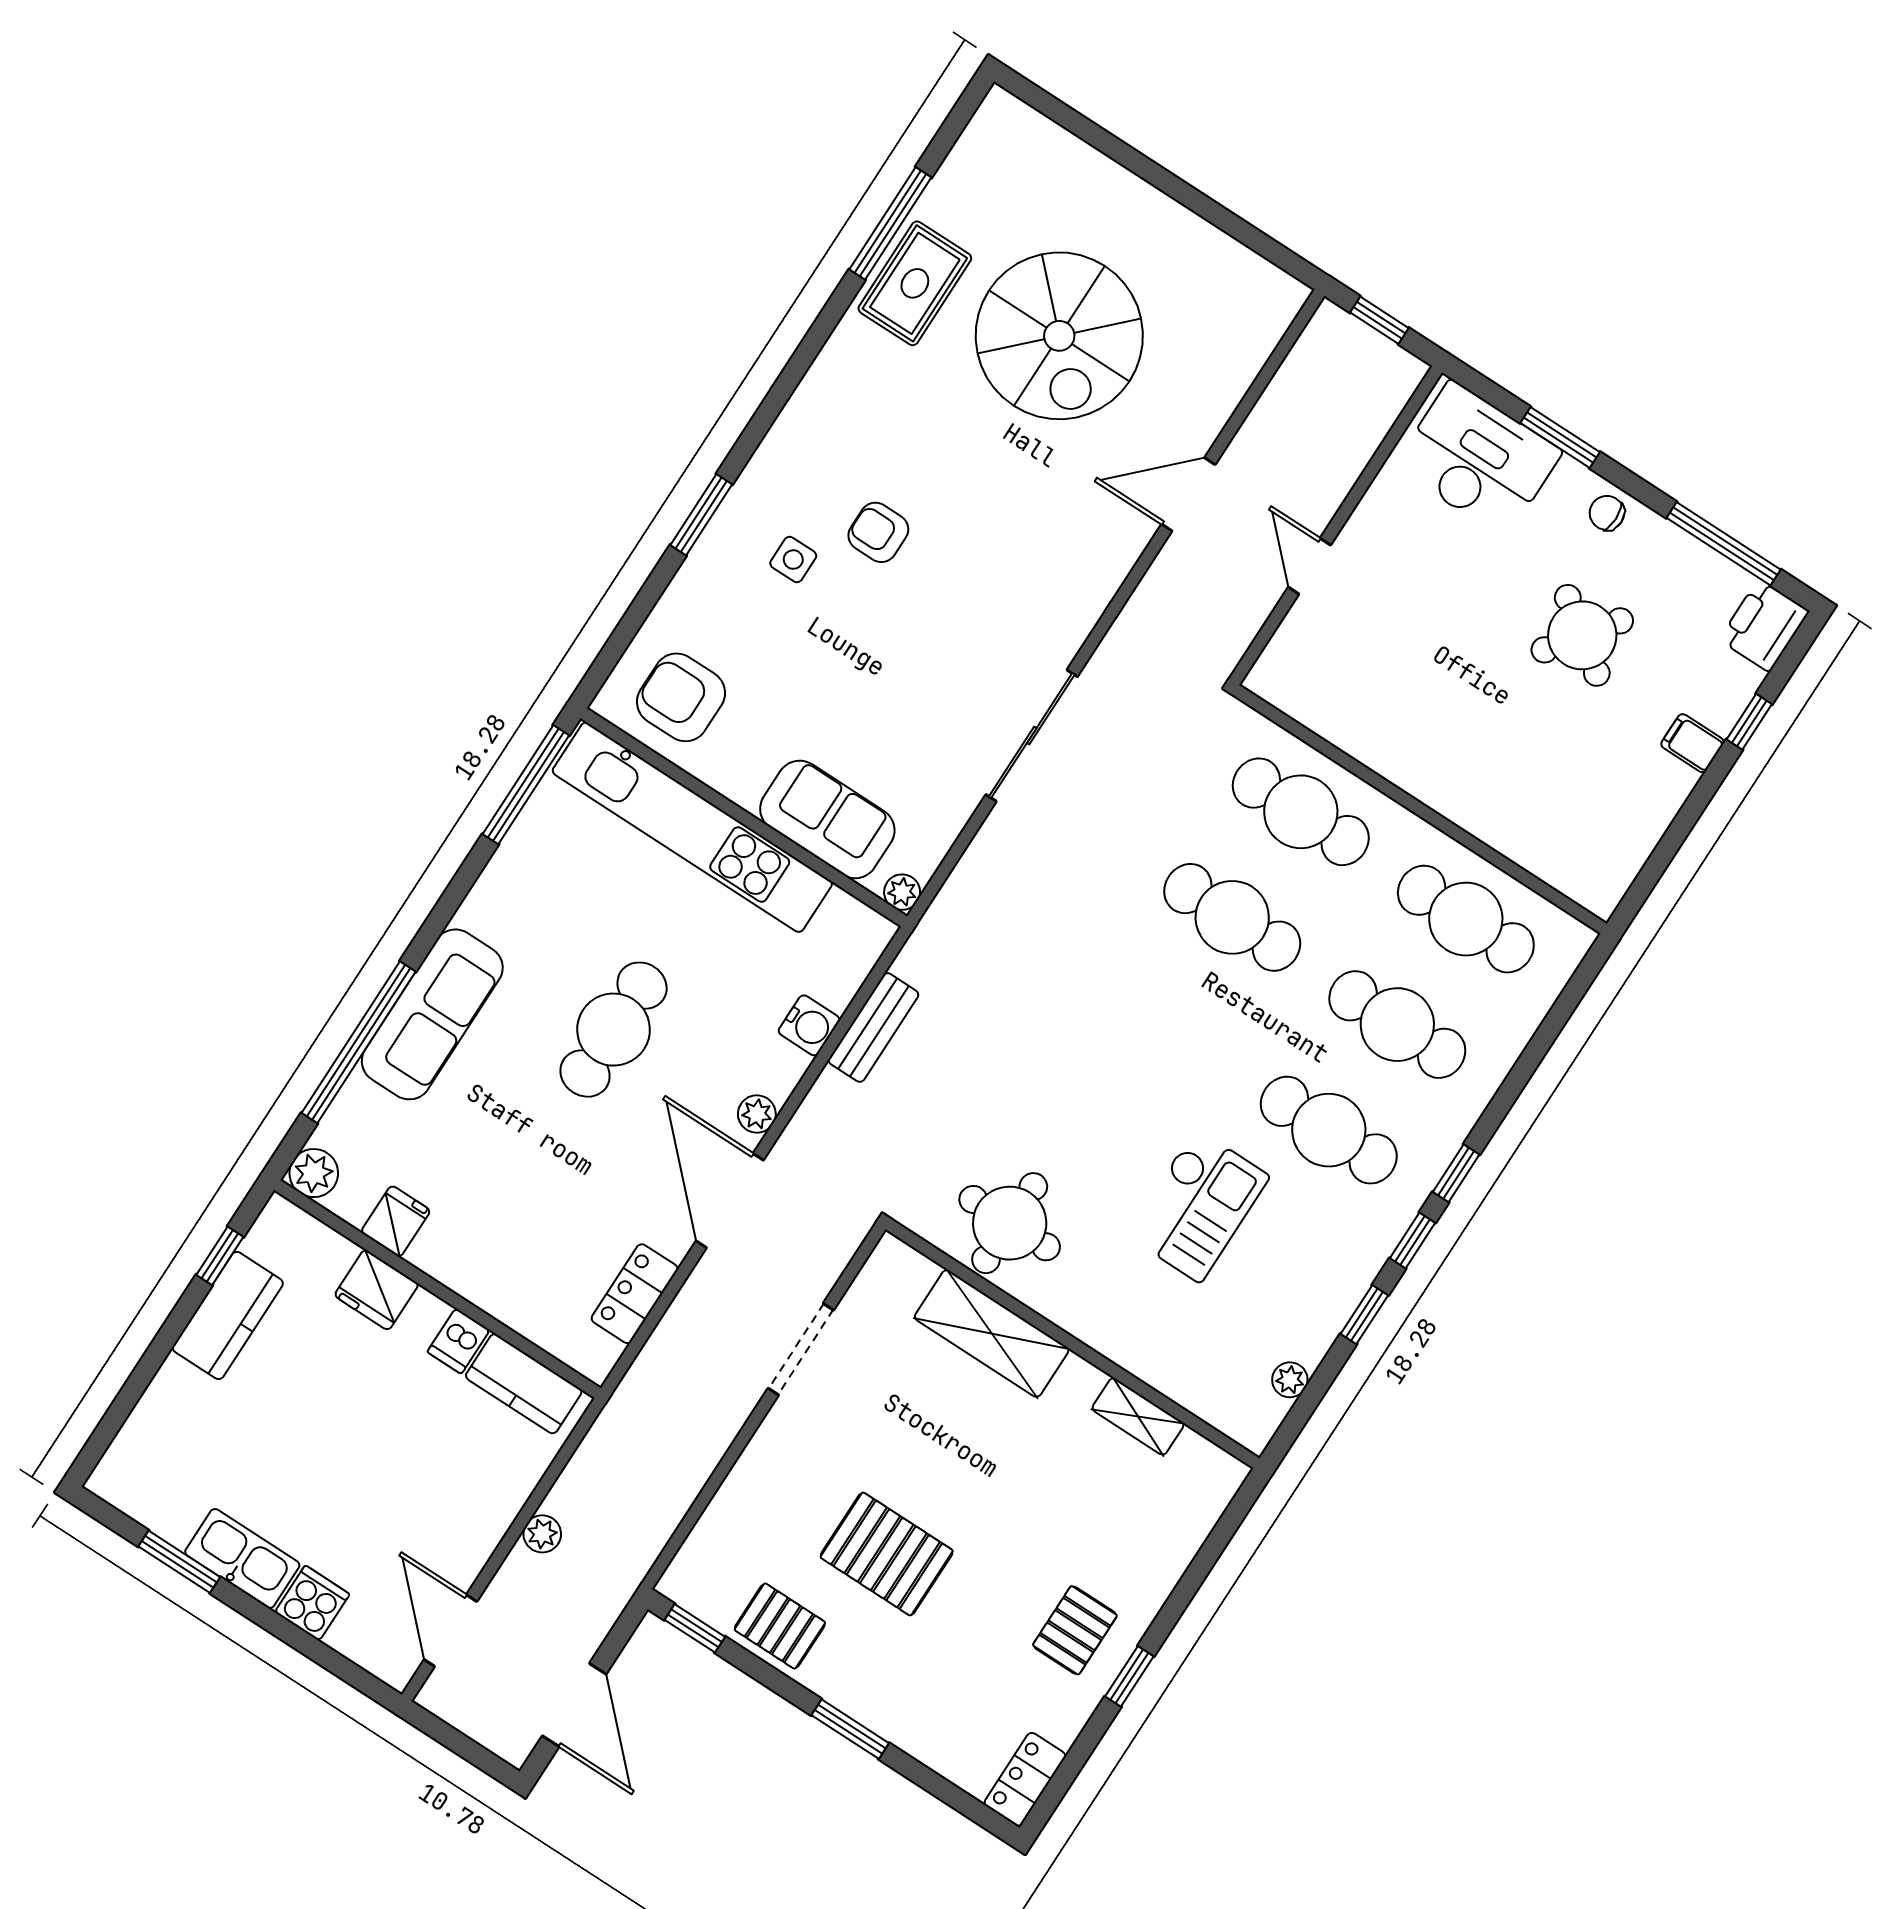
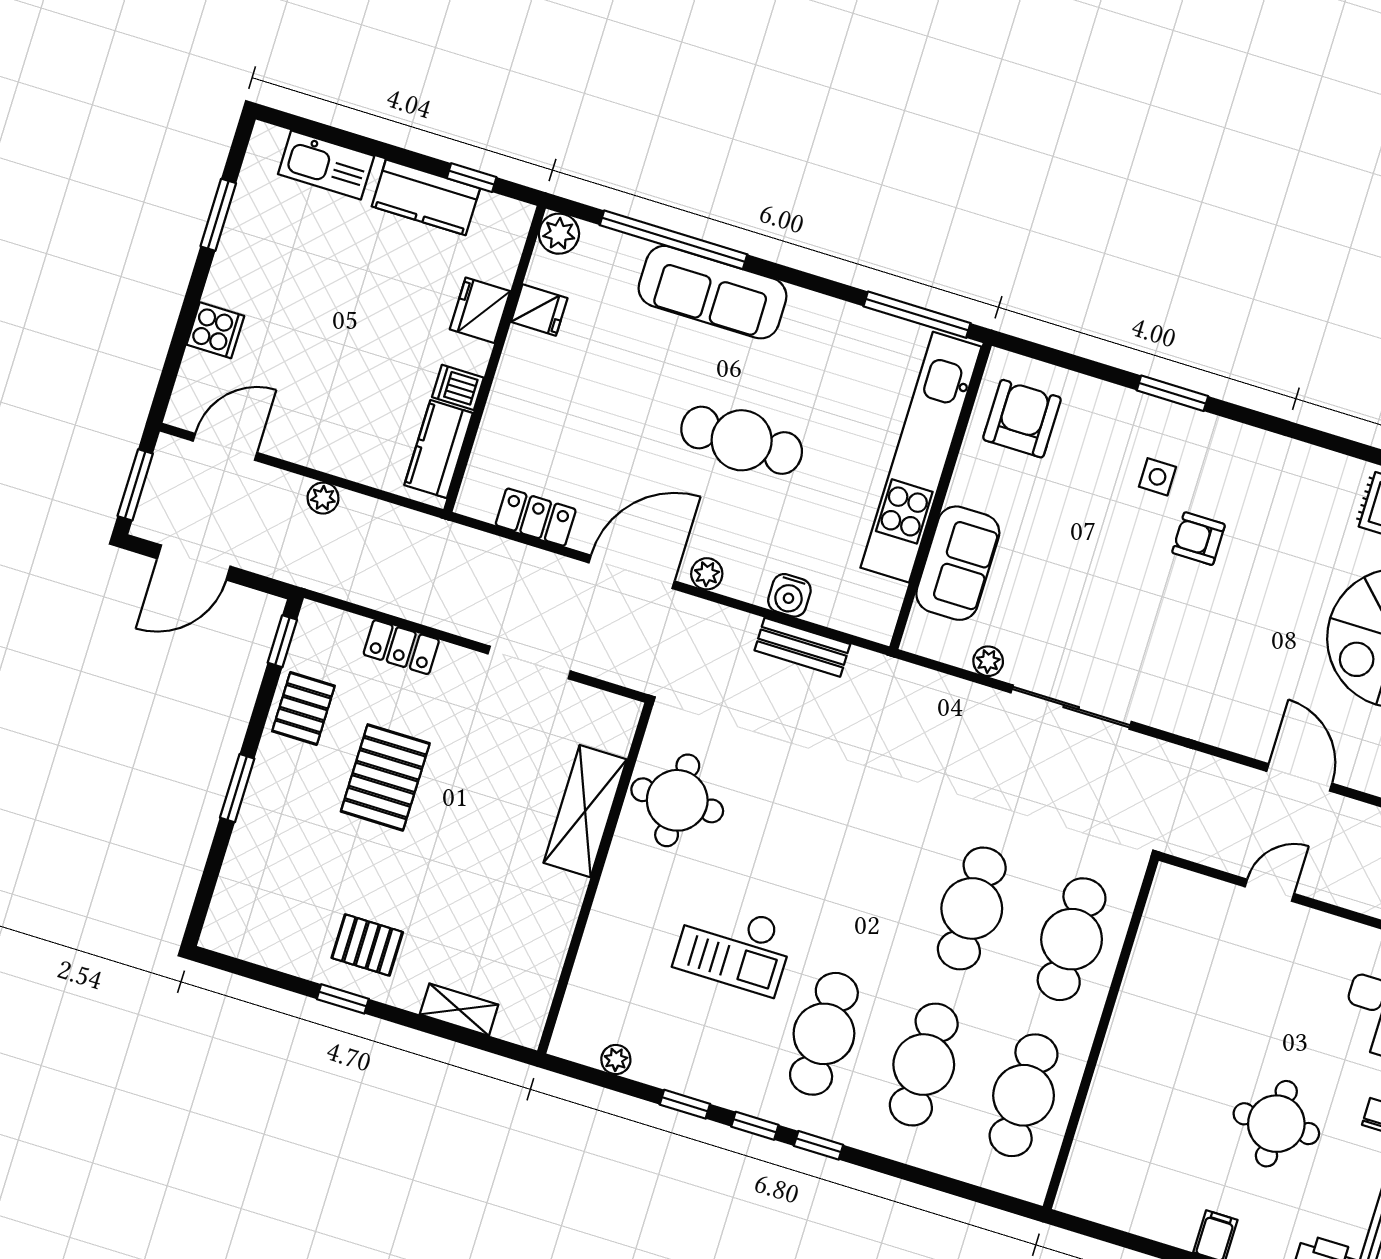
armchair: (878, 532) -> (1199, 539), turned -90
round table: (1582, 635) -> (1276, 1124), turned -36
plant: (902, 892) -> (988, 661), moved
shelving: (1138, 1416) -> (459, 1010), moved, turned 90
kitchen sink: (242, 1559) -> (326, 165), moved, turned 90
window: (465, 1747) -> (135, 485), added
locker: (1025, 1779) -> (401, 647), moved, turned 180

